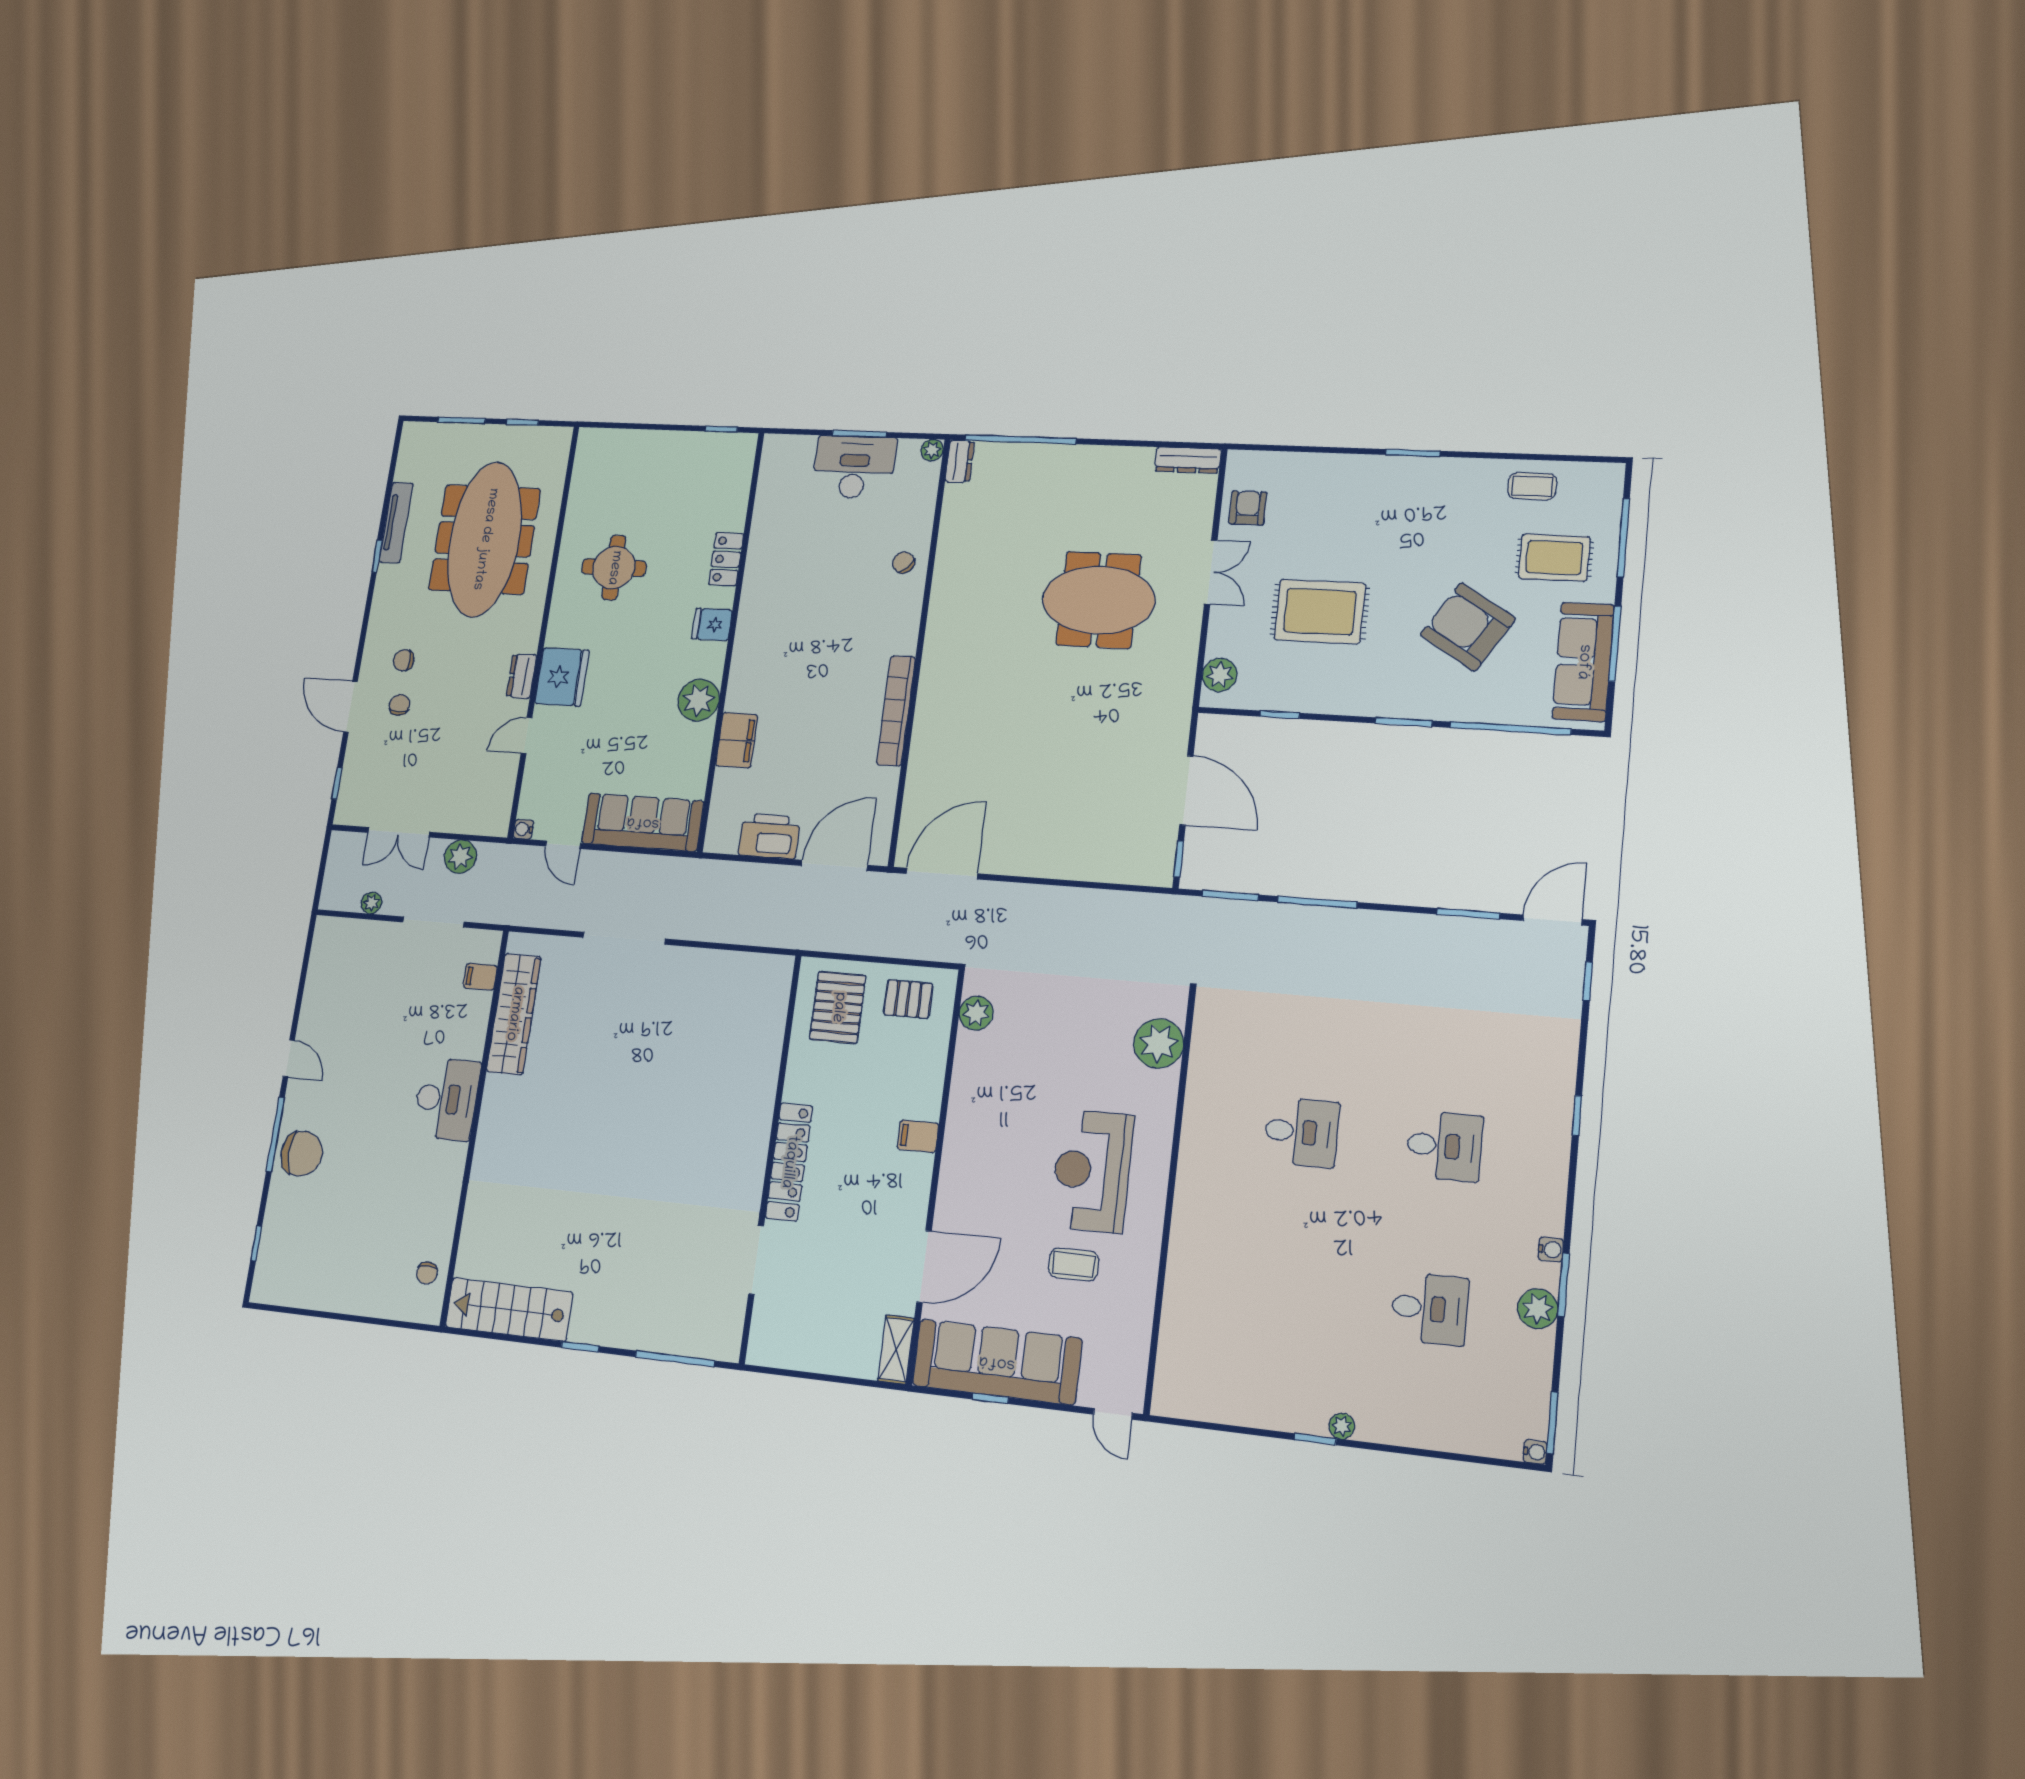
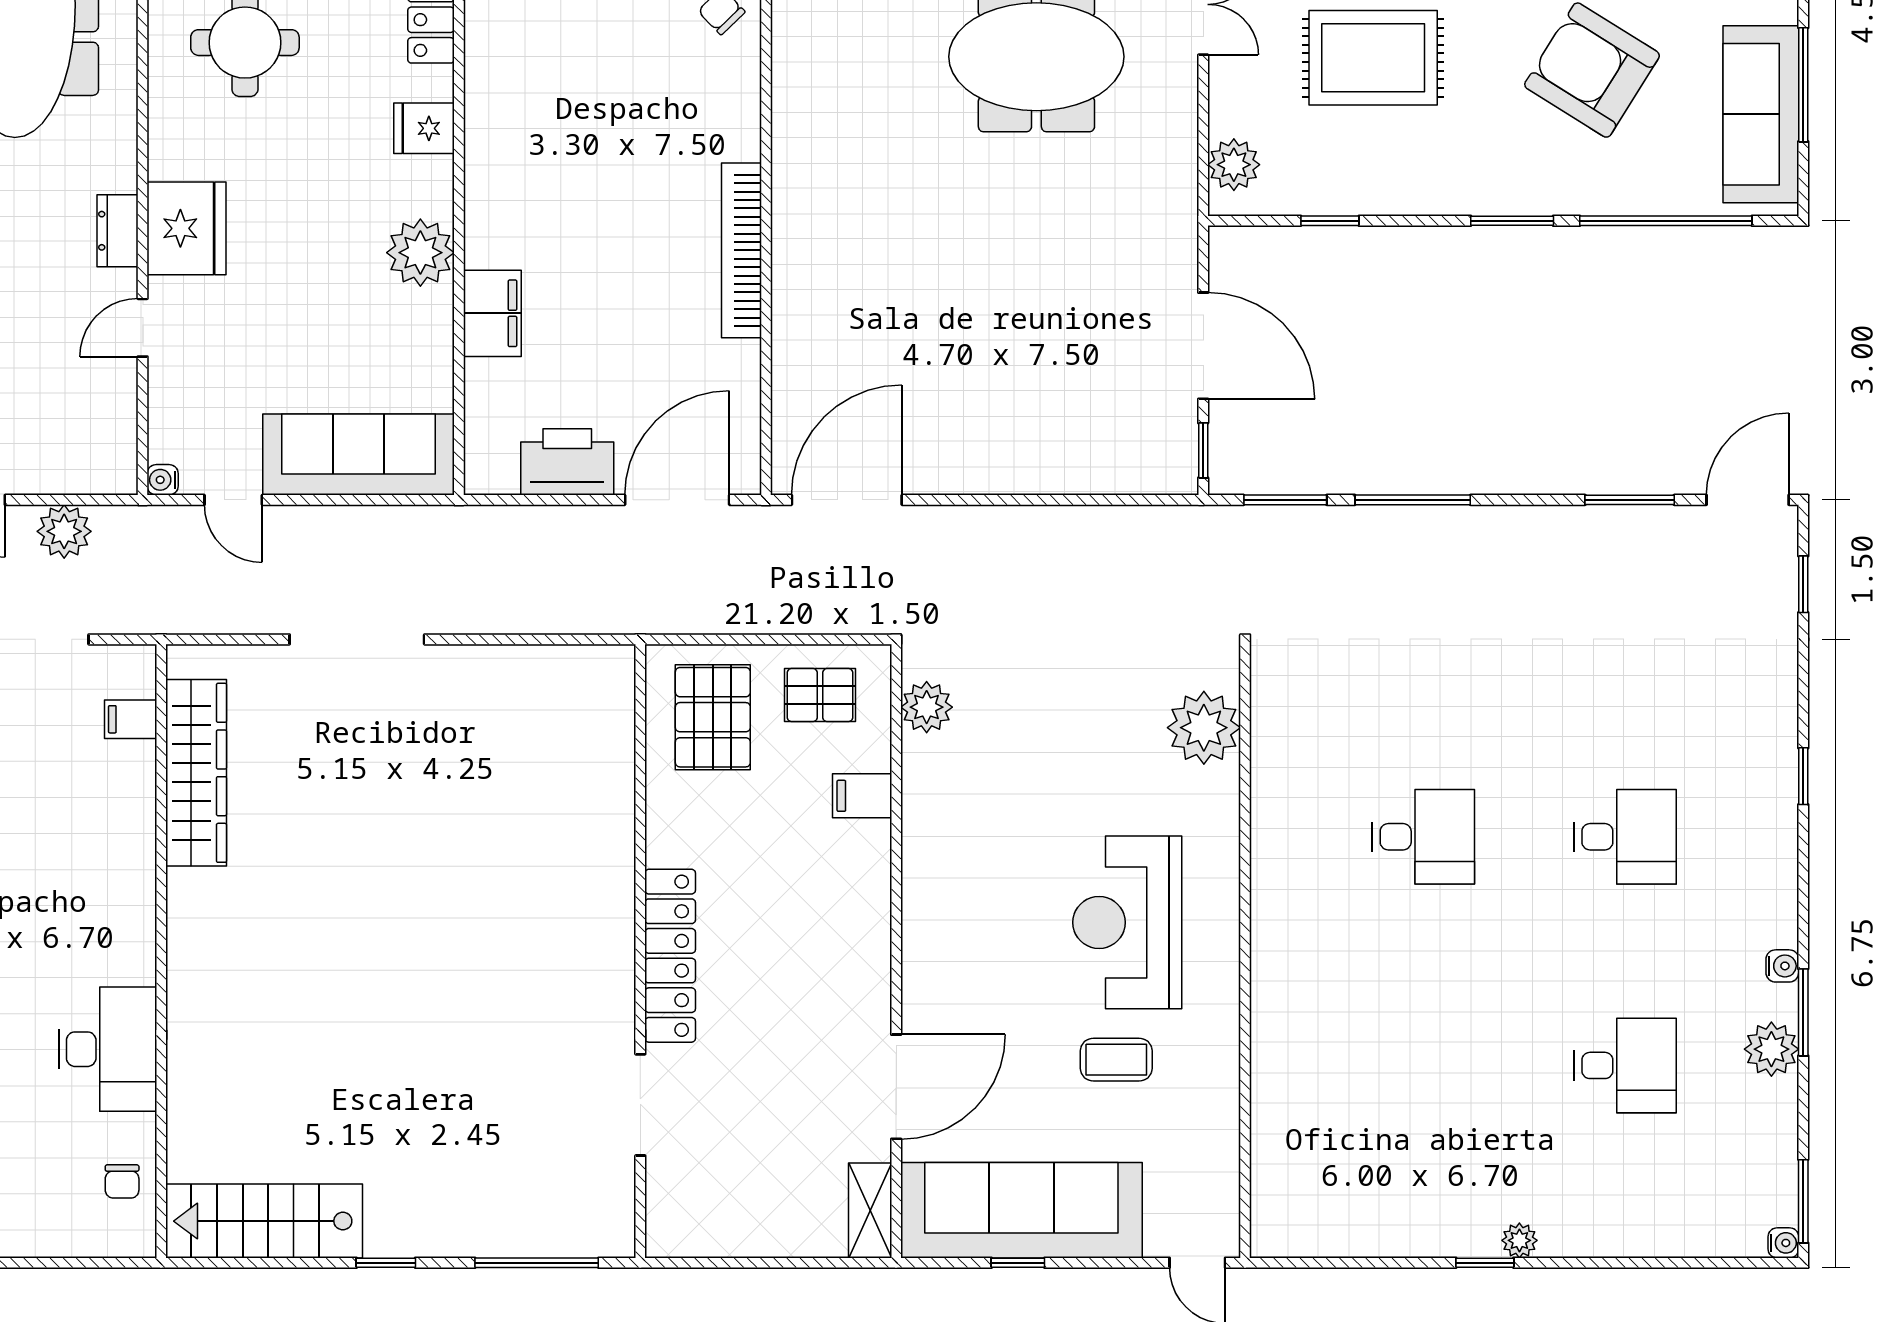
desk: (446, 1099) -> (108, 1049), moved
filing cabinet: (918, 1136) -> (862, 796), moved

